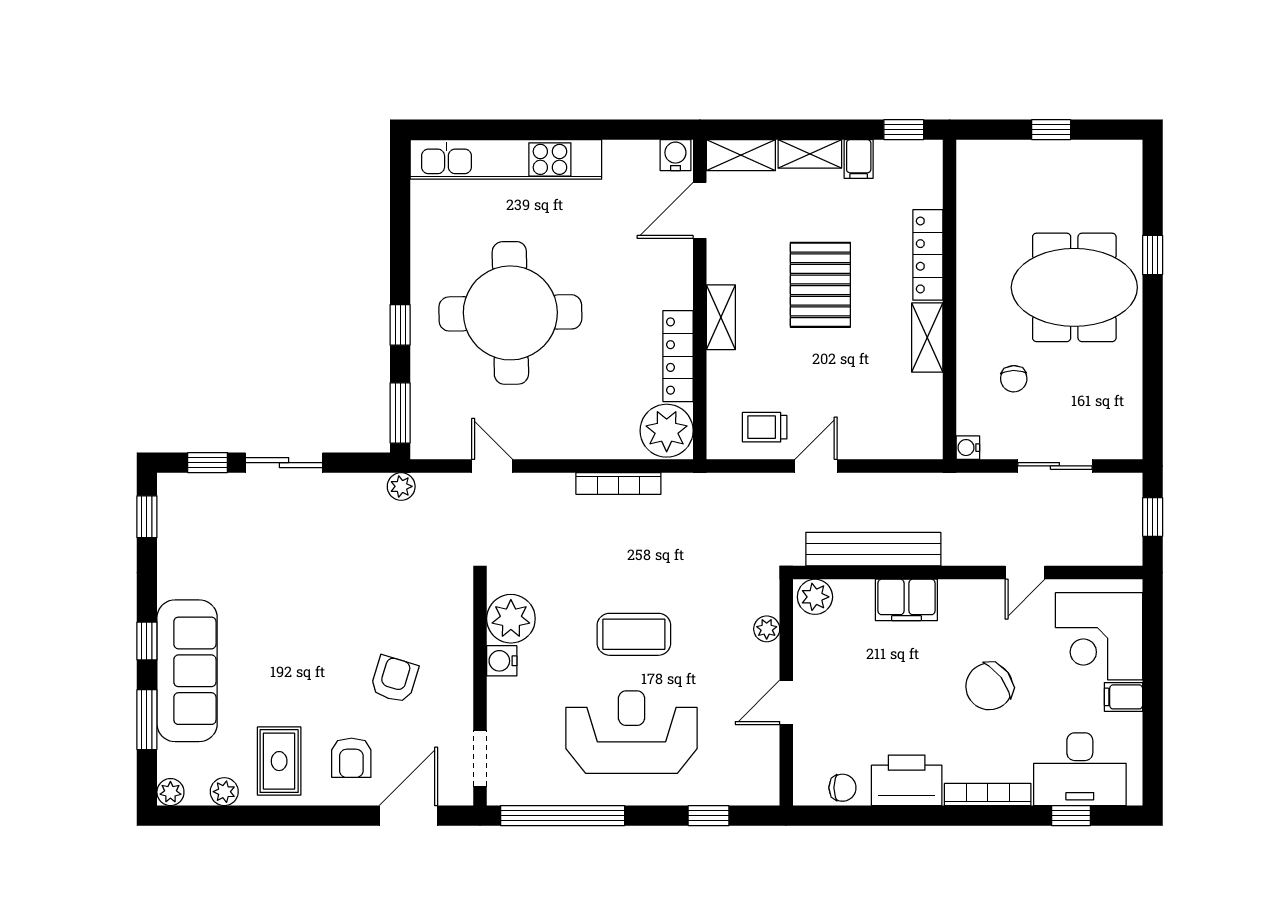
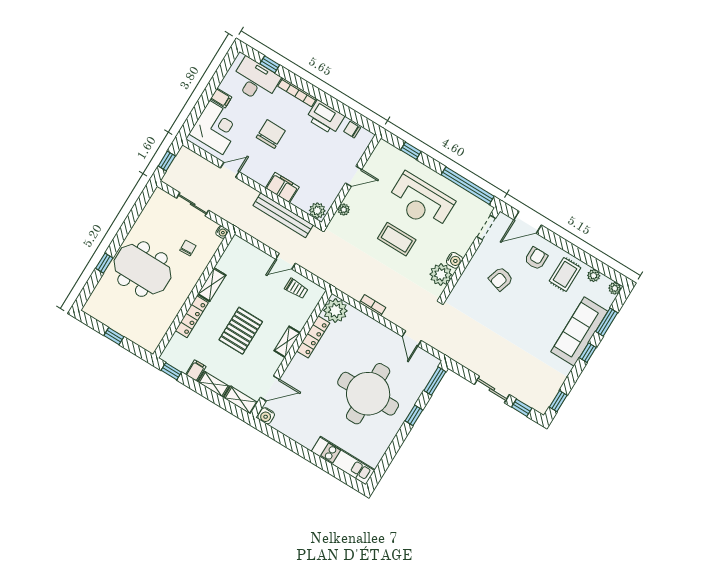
kitchen unit: (506, 159) -> (343, 461), width x0.73
bookcase: (618, 483) -> (373, 305), width x0.64
plant: (401, 486) -> (452, 352), removed
chair: (989, 686) -> (271, 134), turned -53

